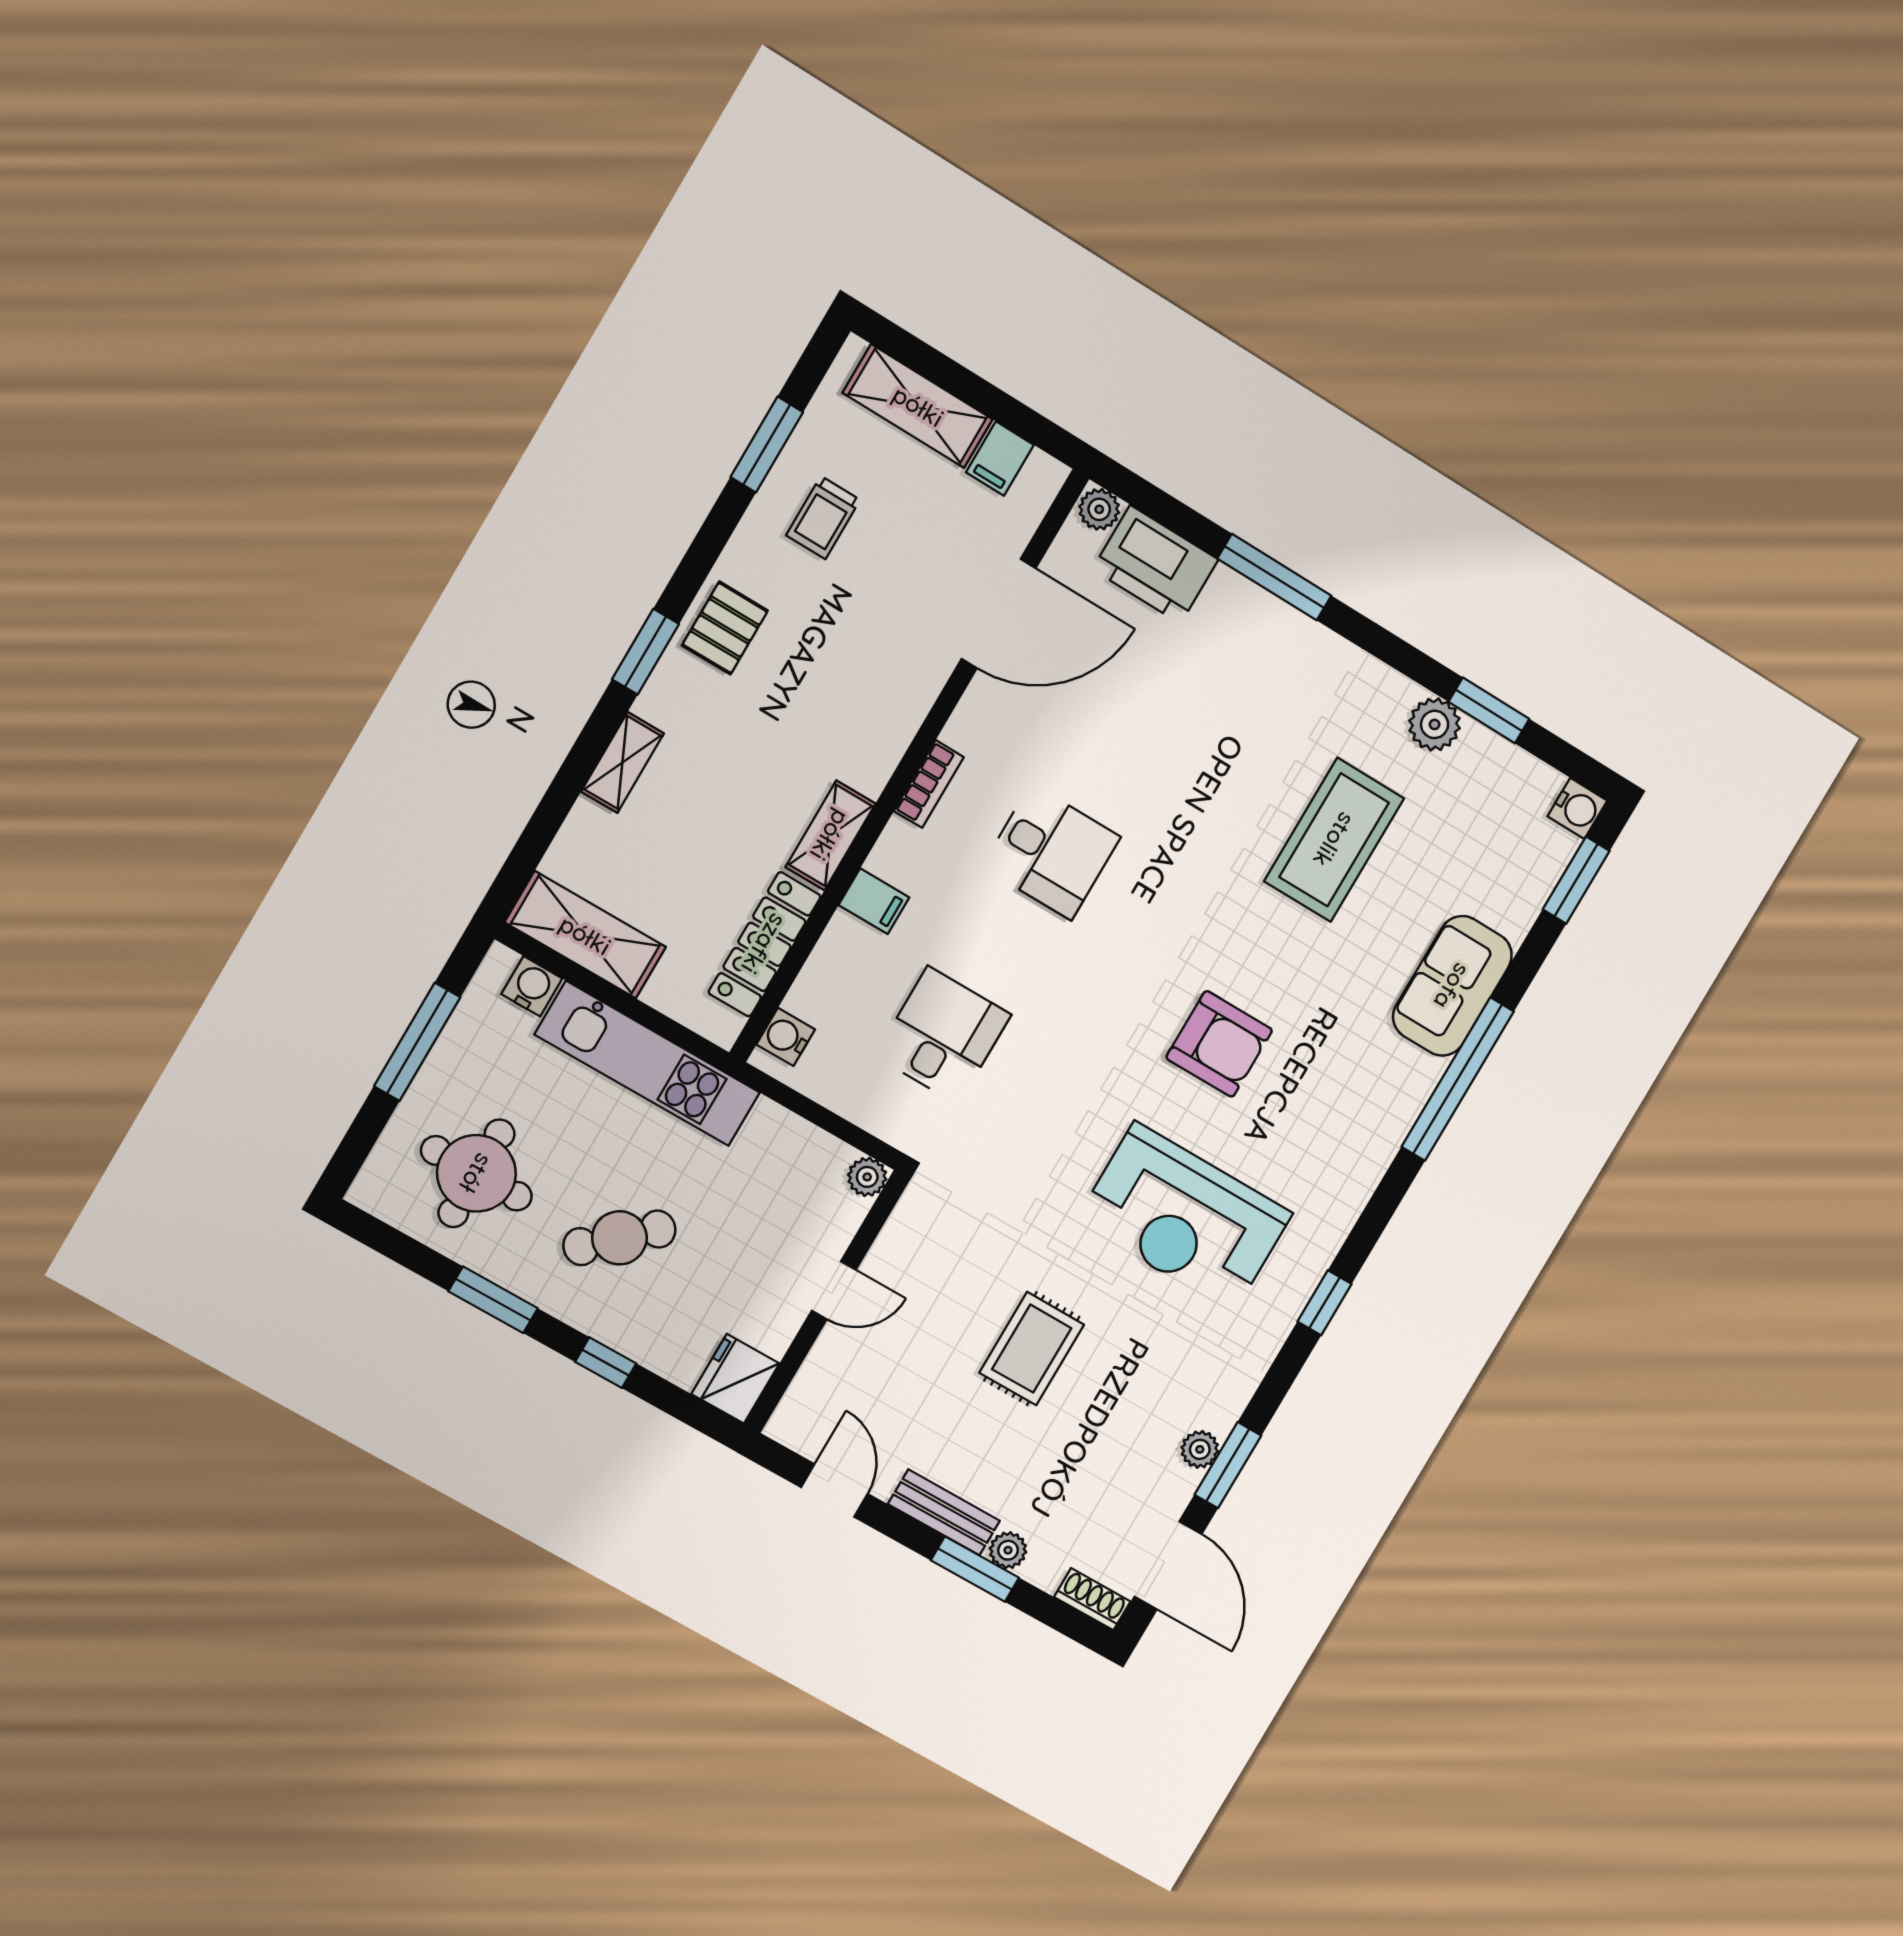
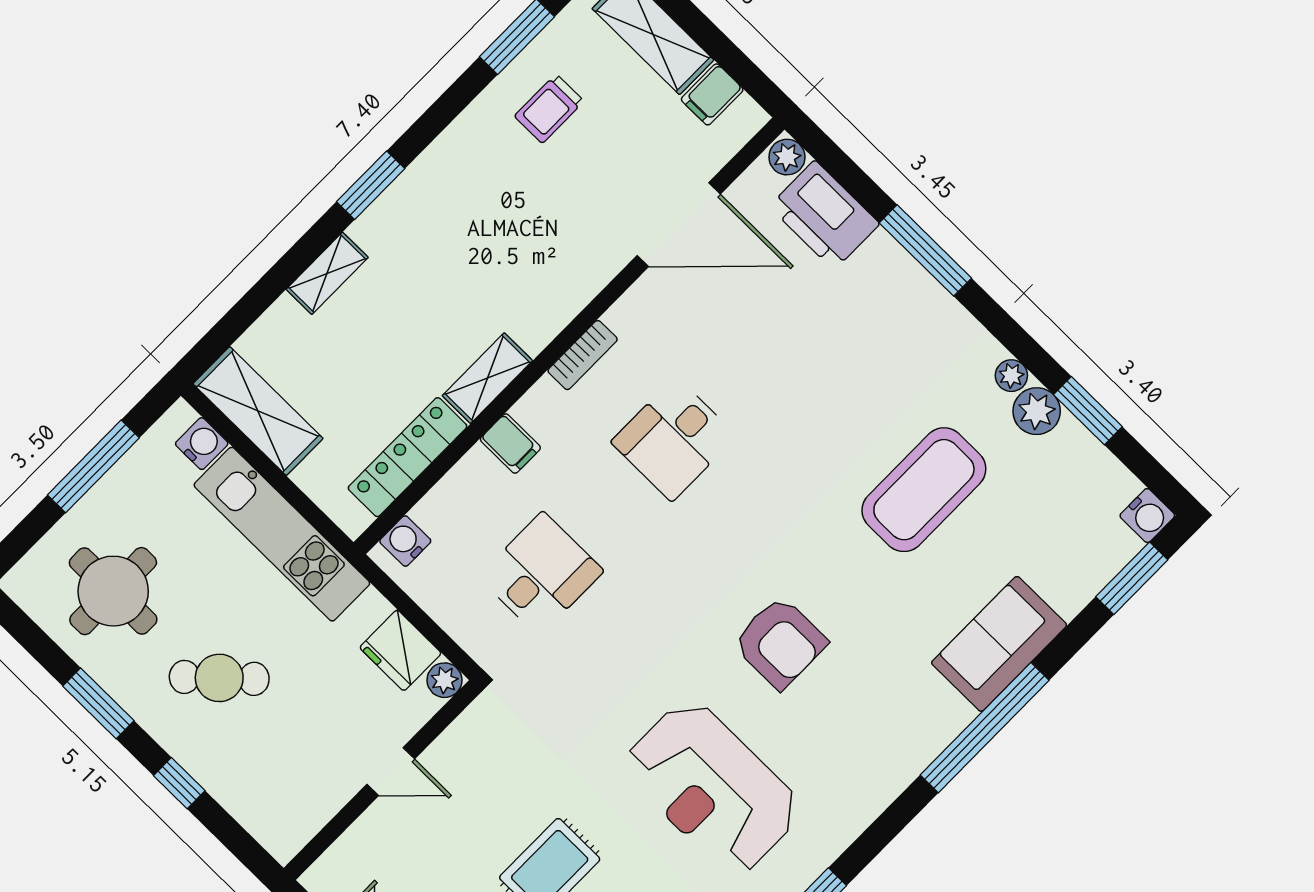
pallet: (725, 628) -> (443, 181), removed
plant: (1399, 692) -> (1011, 376), added
desk: (1051, 852) -> (674, 439), turned 90
fridge: (735, 1379) -> (400, 650), moved, turned -90

